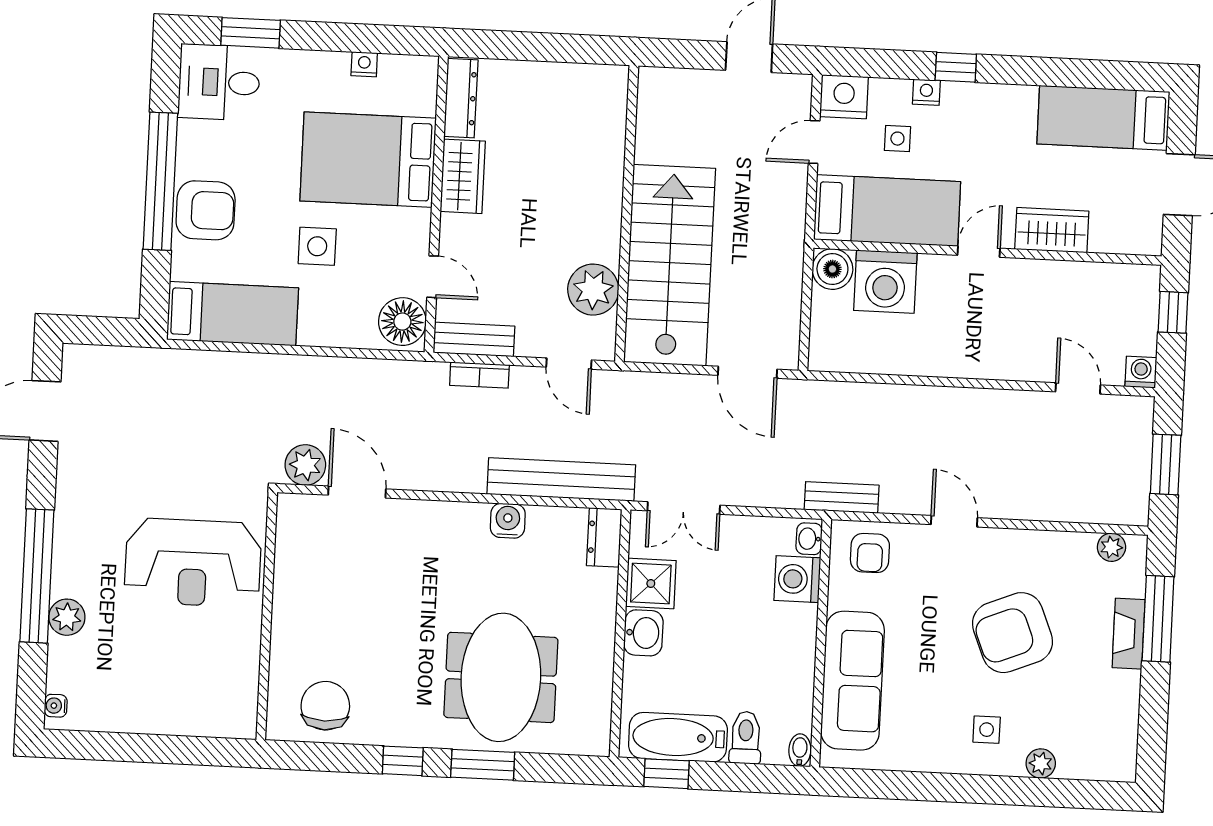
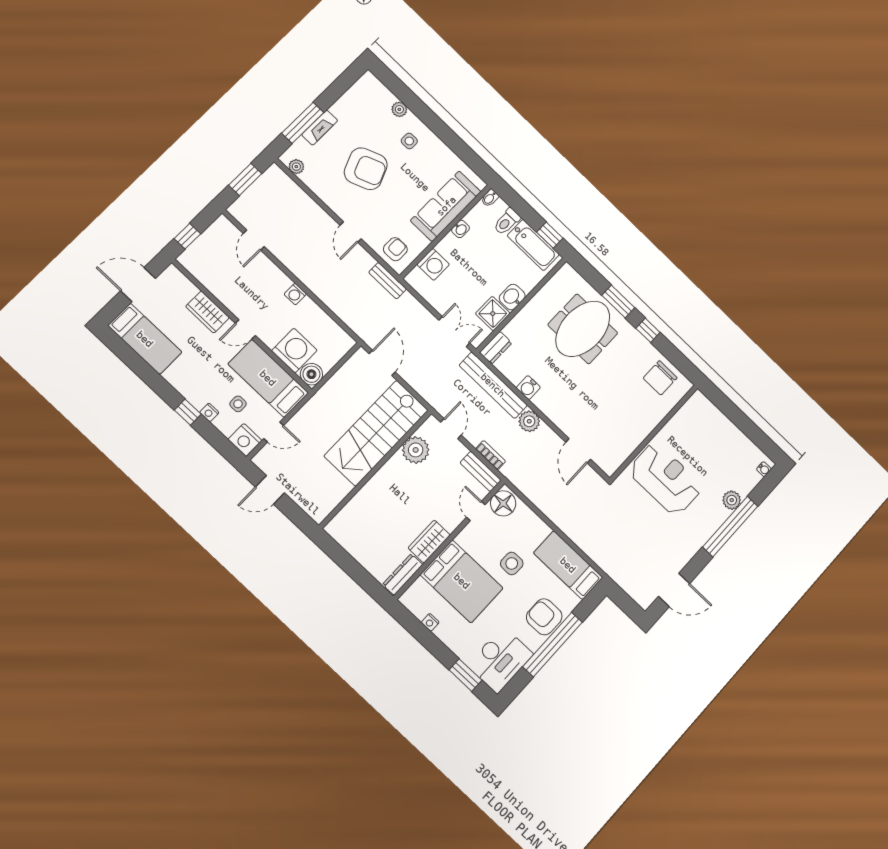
desk: (219, 82) -> (500, 660), width x1.37
washing machine: (1141, 372) -> (295, 294), moved
plant: (305, 465) -> (529, 421), moved
washbasin: (809, 539) -> (460, 229), moved

